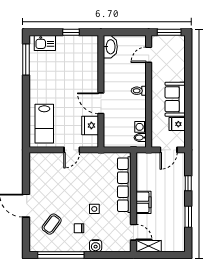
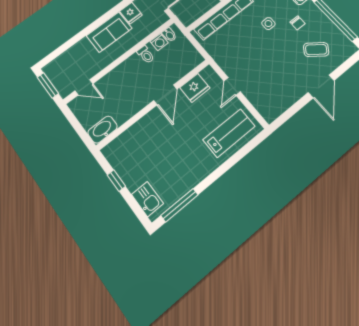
toilet: (139, 91) -> (146, 55), moved
door: (72, 150) -> (232, 86), swing flipped

